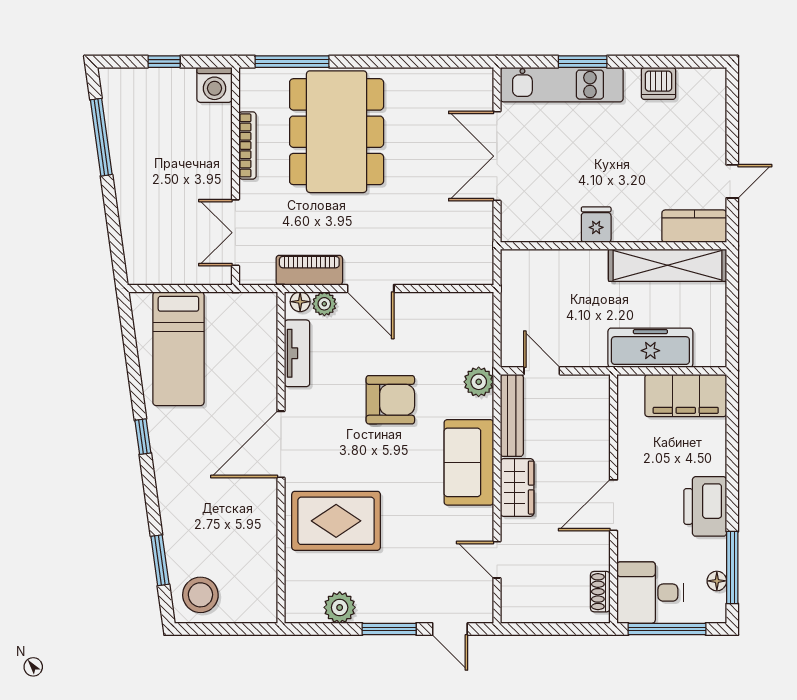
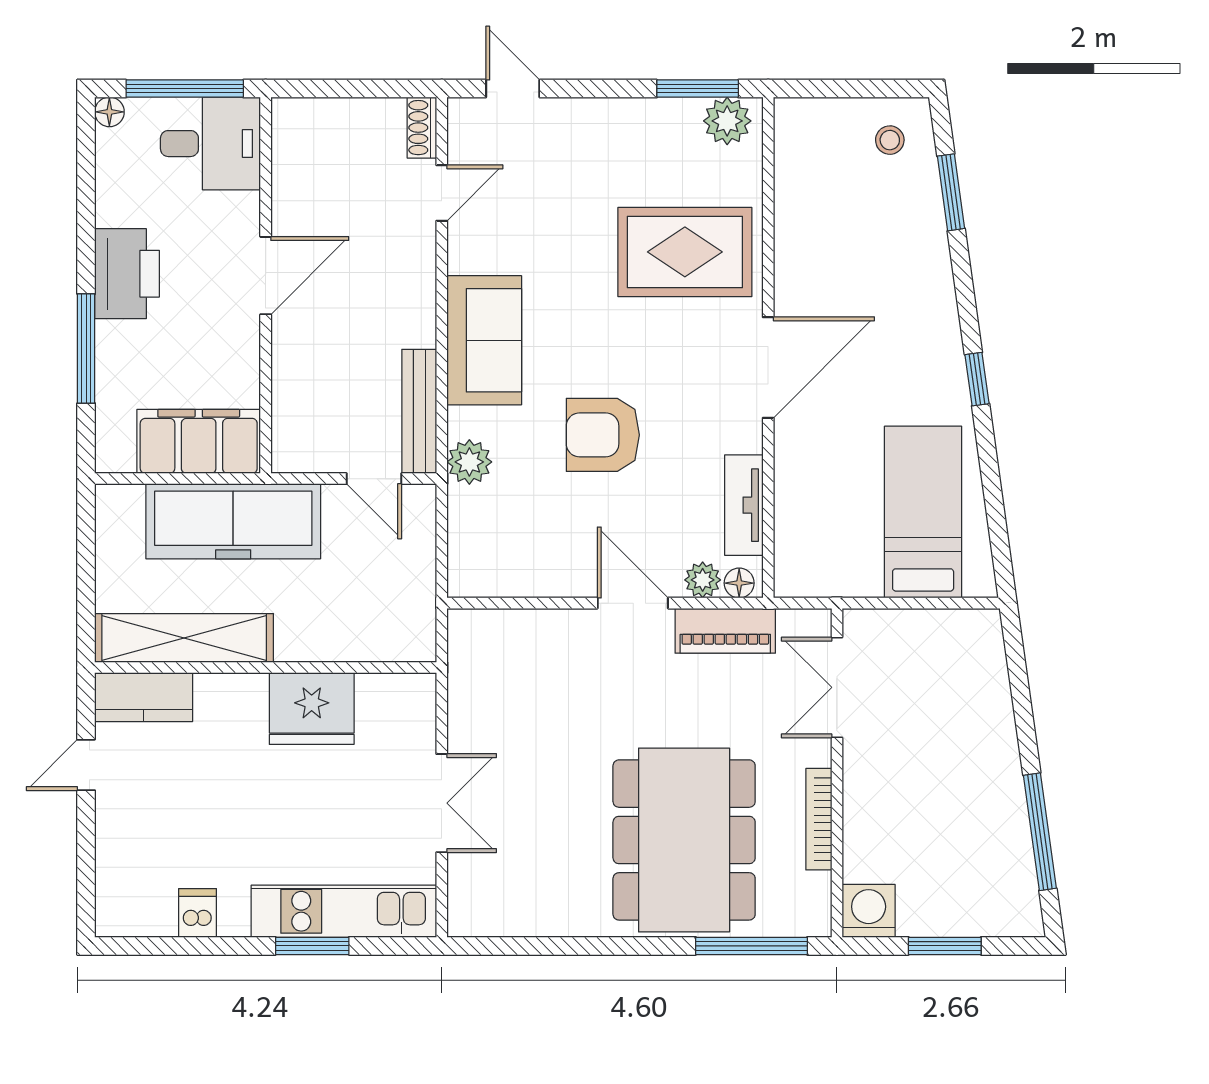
window: (164, 62) -> (945, 946), width x1.50
dishwasher: (658, 83) -> (198, 913), width x0.73
double door: (497, 156) -> (442, 803), width x0.73
fridge: (596, 225) -> (312, 709), width x1.88, depth x1.34
double door: (235, 233) -> (837, 687), swing flipped
freezer: (650, 348) -> (233, 521), width x1.36, depth x1.26
filing cabinet: (686, 395) -> (199, 441), moved
wardrobe: (517, 488) -> (411, 302), removed
door: (497, 560) -> (442, 193), hinge flipped
window: (732, 568) -> (86, 349), moved
floor lamp: (717, 581) -> (109, 112), moved
shoe rack: (600, 592) -> (422, 128), moved, turned 180
stool: (200, 595) -> (890, 140), width x0.53, depth x0.53
plant: (340, 607) -> (727, 121), moved
window: (389, 629) -> (698, 89), moved

